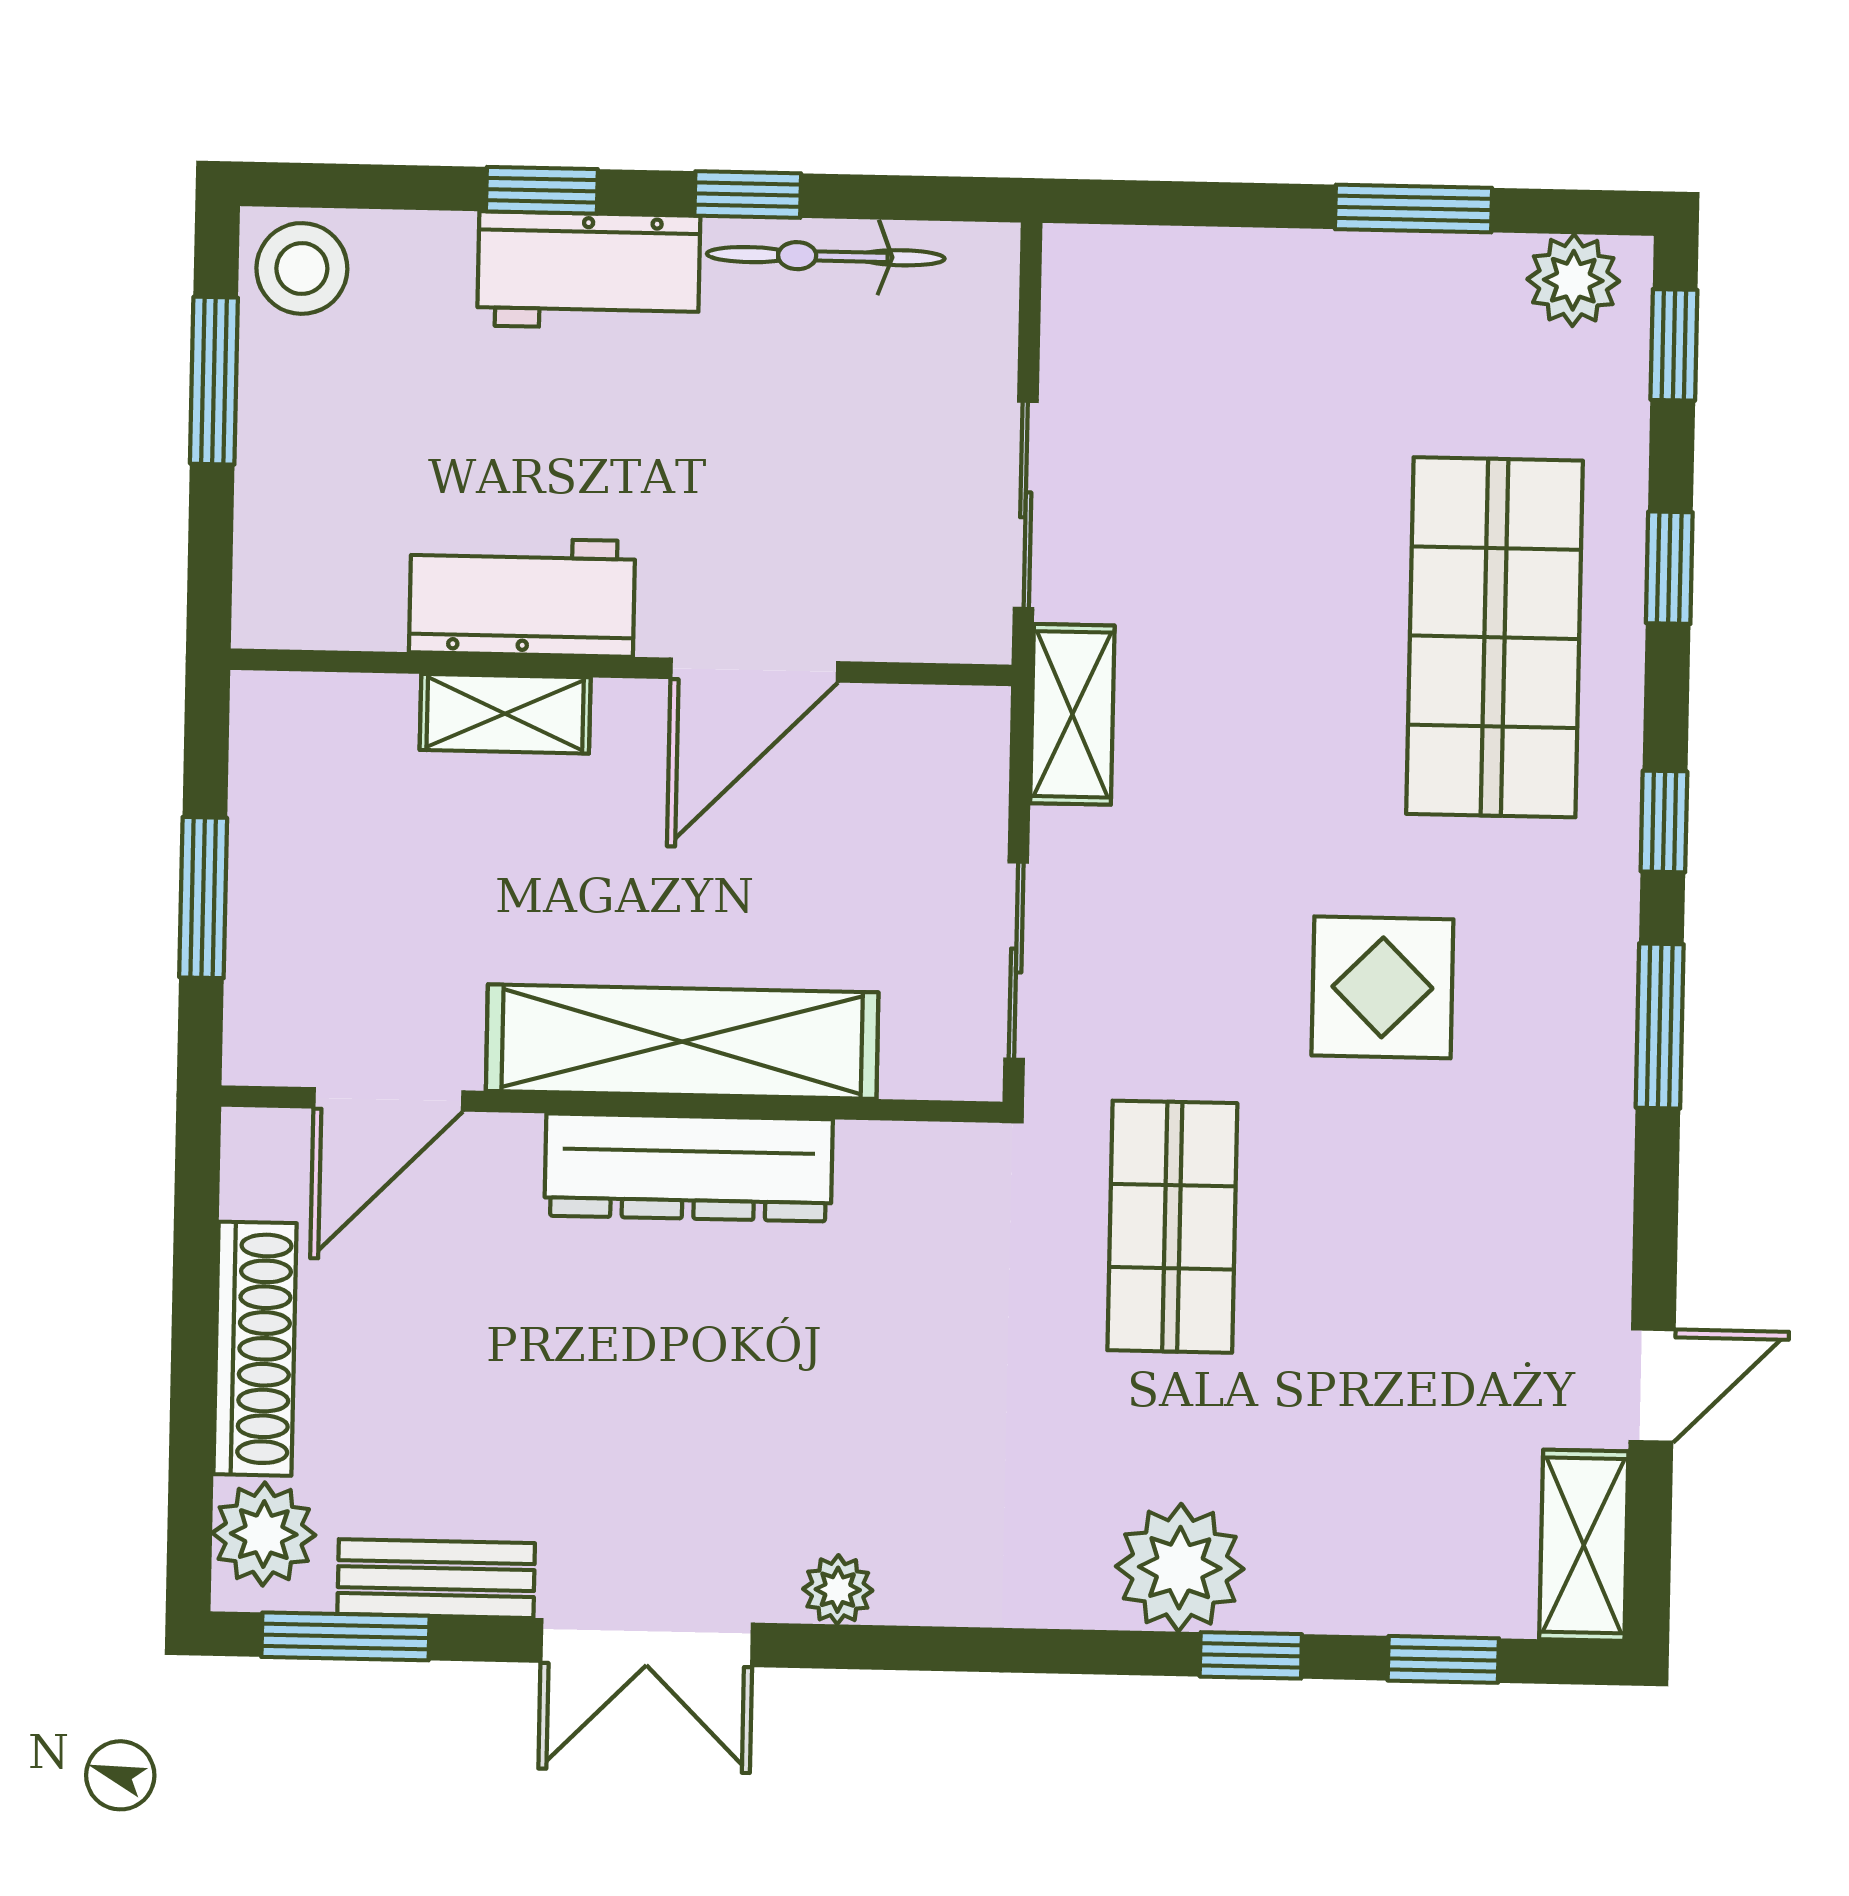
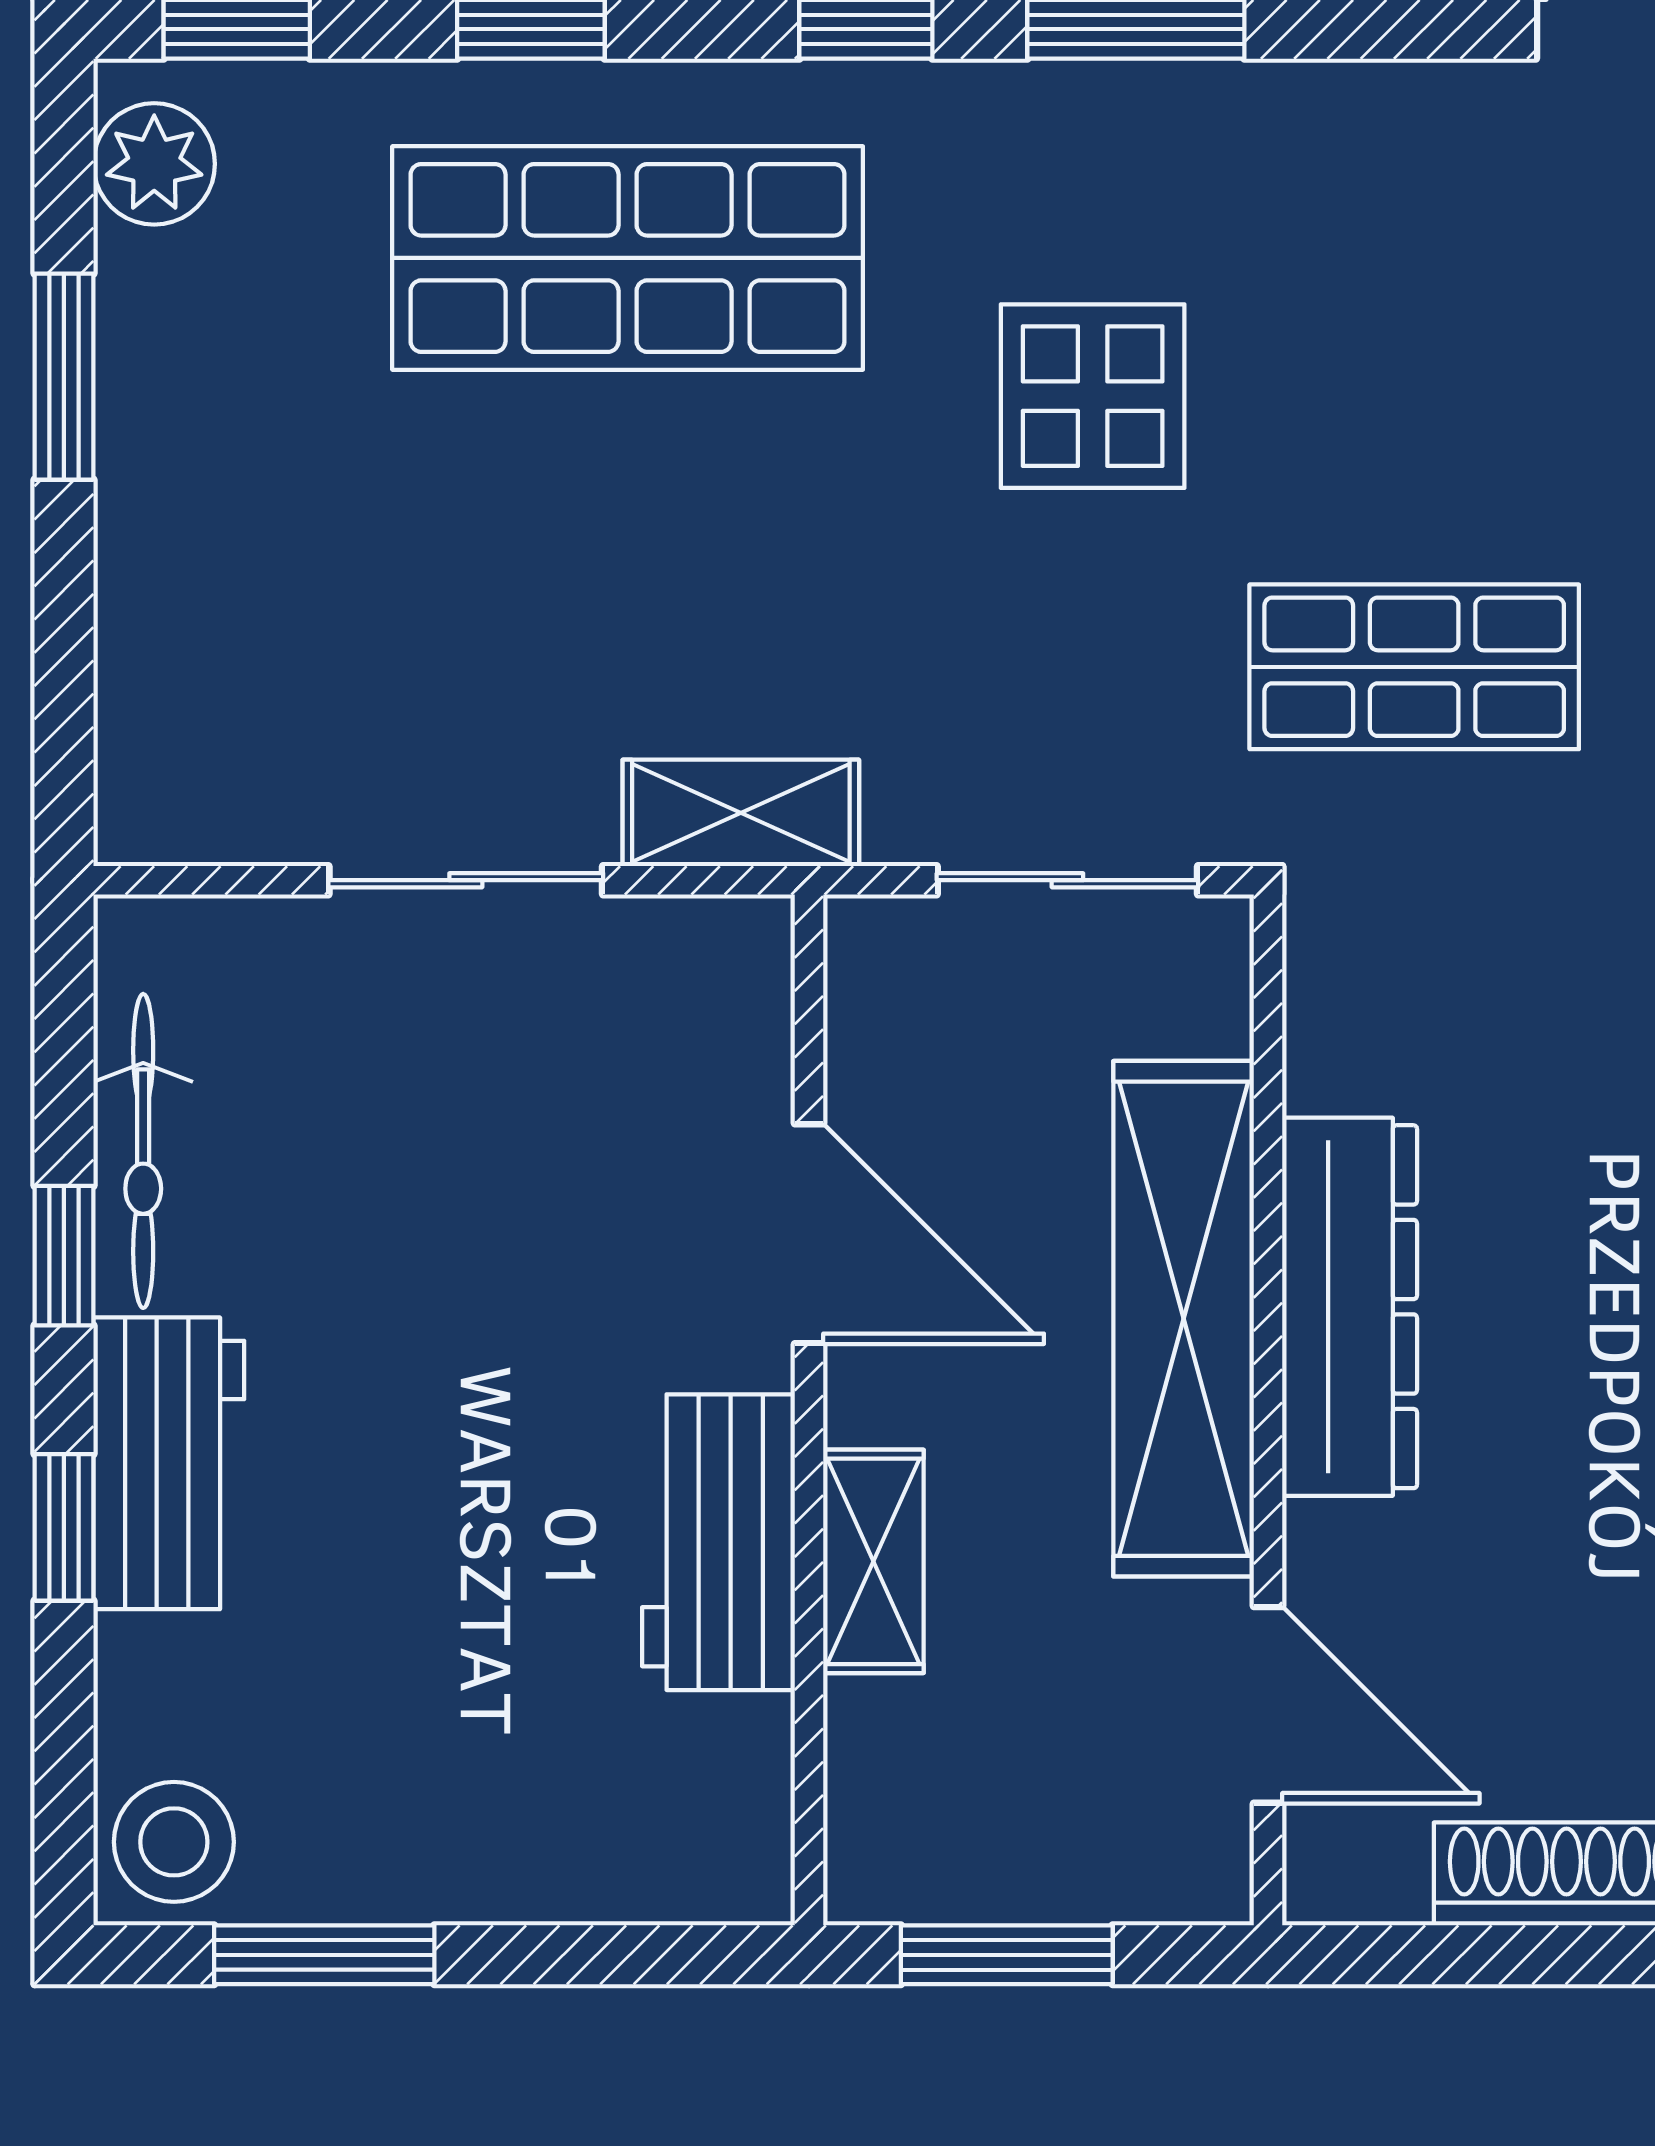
workbench: (522, 597) -> (719, 1542), moved
wall: (621, 667) -> (809, 1410), moved
door: (754, 670) -> (809, 1234), moved
shelving: (505, 714) -> (873, 1561), moved

